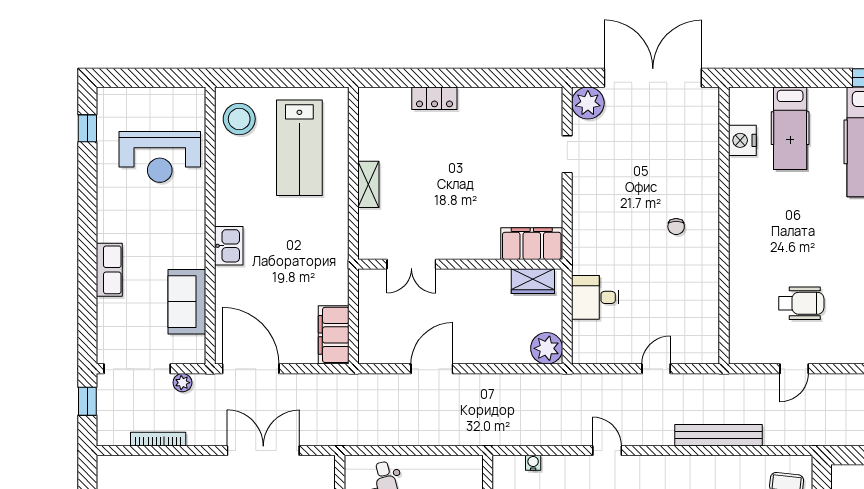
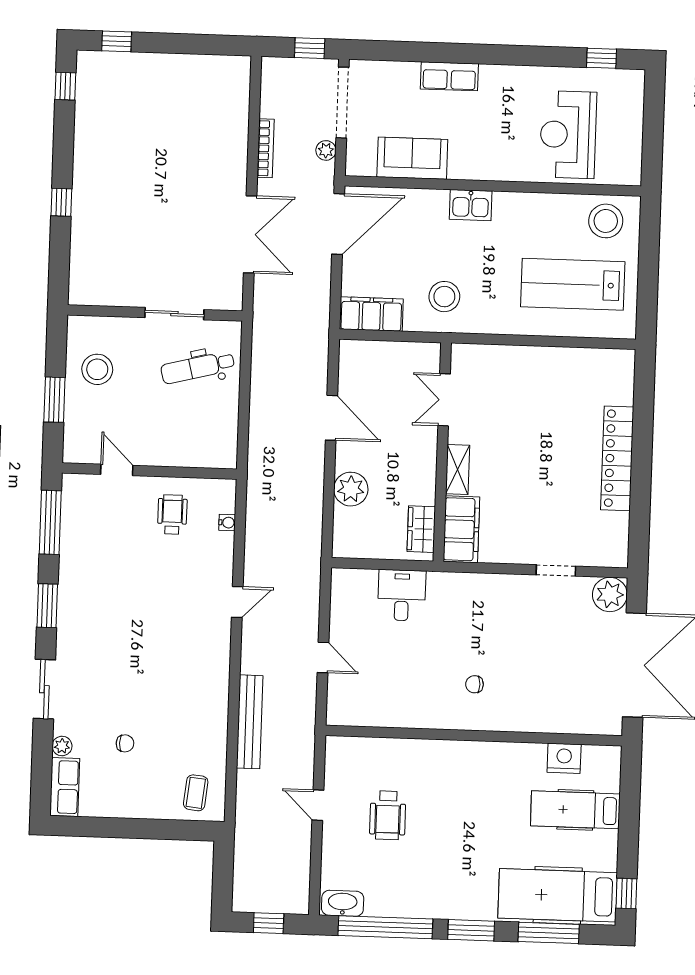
locker: (434, 98) -> (617, 458), width x2.16, depth x1.21
shelving: (368, 184) -> (458, 469), moved, turned 90
stool: (315, 267) -> (444, 297), added
plant: (547, 348) -> (351, 489), moved
bookcase: (158, 439) -> (266, 148), moved

